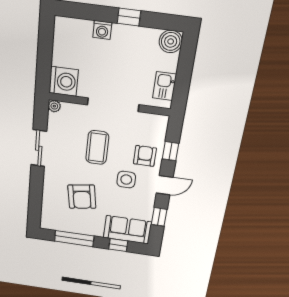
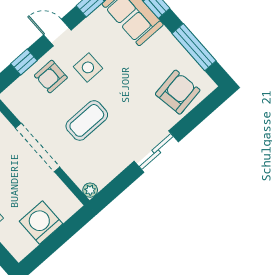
washing machine: (64, 81) -> (41, 223), moved
sliding door: (39, 148) -> (156, 152), moved
armchair: (82, 197) -> (178, 92), moved

